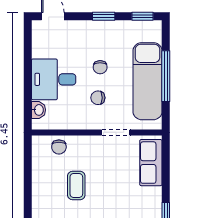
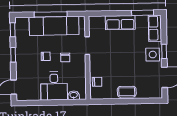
row of seats: (151, 163) -> (120, 23), moved
coffee table: (76, 185) -> (127, 92), moved

